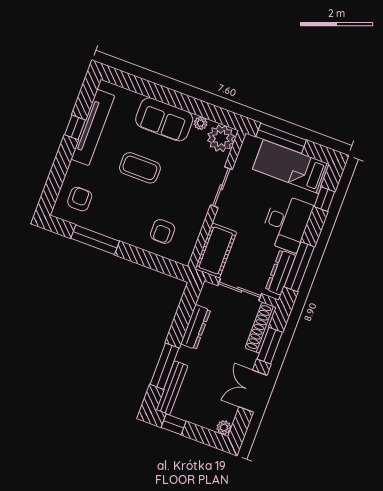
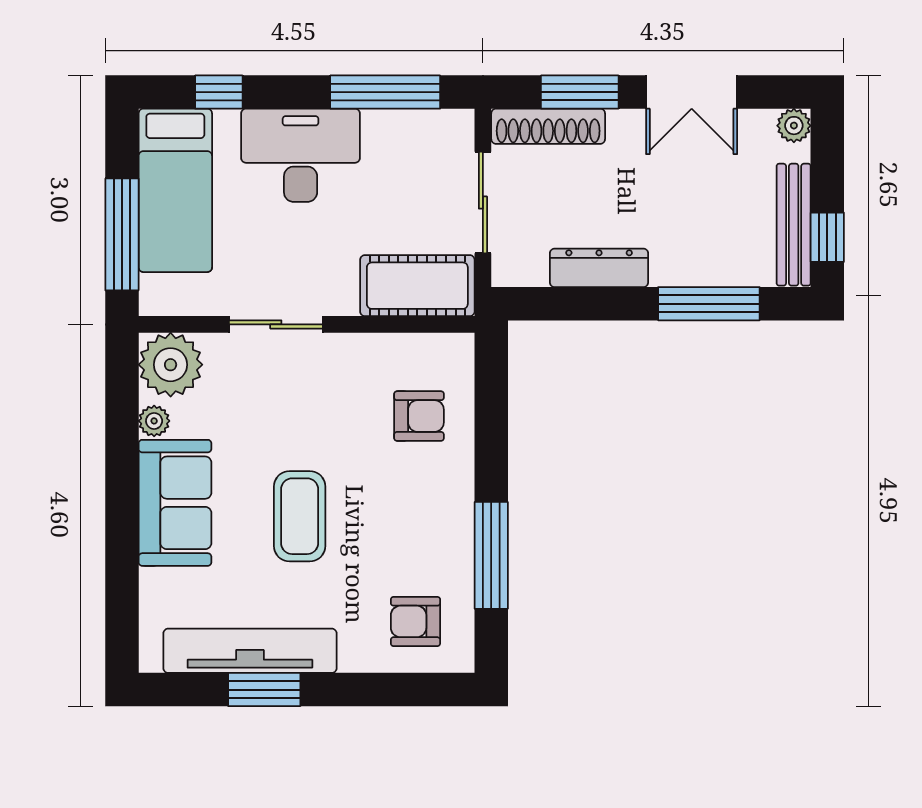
window: (75, 127) -> (264, 690), width x1.50
dresser: (281, 272) -> (413, 128), removed
bench: (172, 388) -> (794, 225), moved, turned 90

